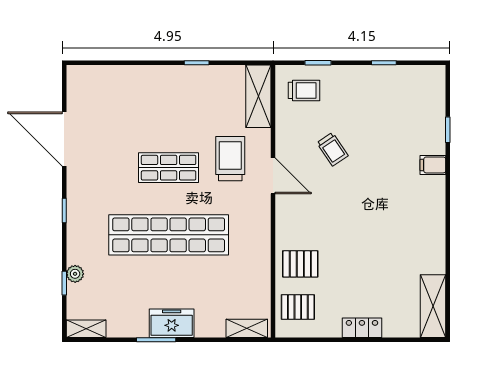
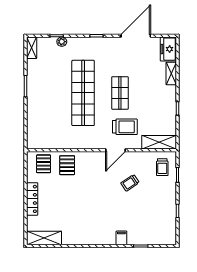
freezer: (172, 323) -> (168, 49), moved, turned 180
shelving: (247, 328) -> (171, 74), moved
locker: (362, 328) -> (32, 199), width x1.53

